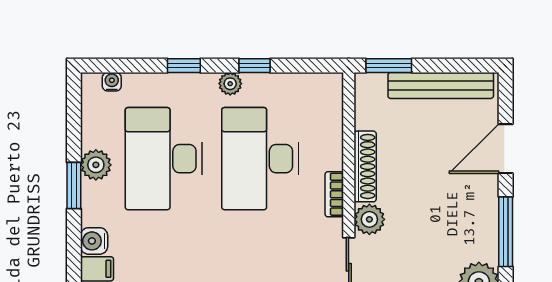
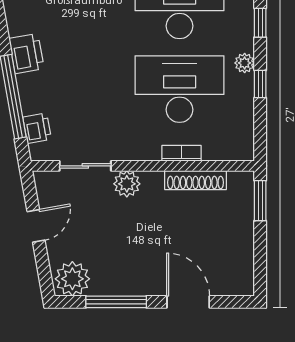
bench: (441, 85) -> (243, 246), removed
shoe rack: (365, 166) -> (196, 180), moved
bookcase: (334, 194) -> (181, 153), moved

